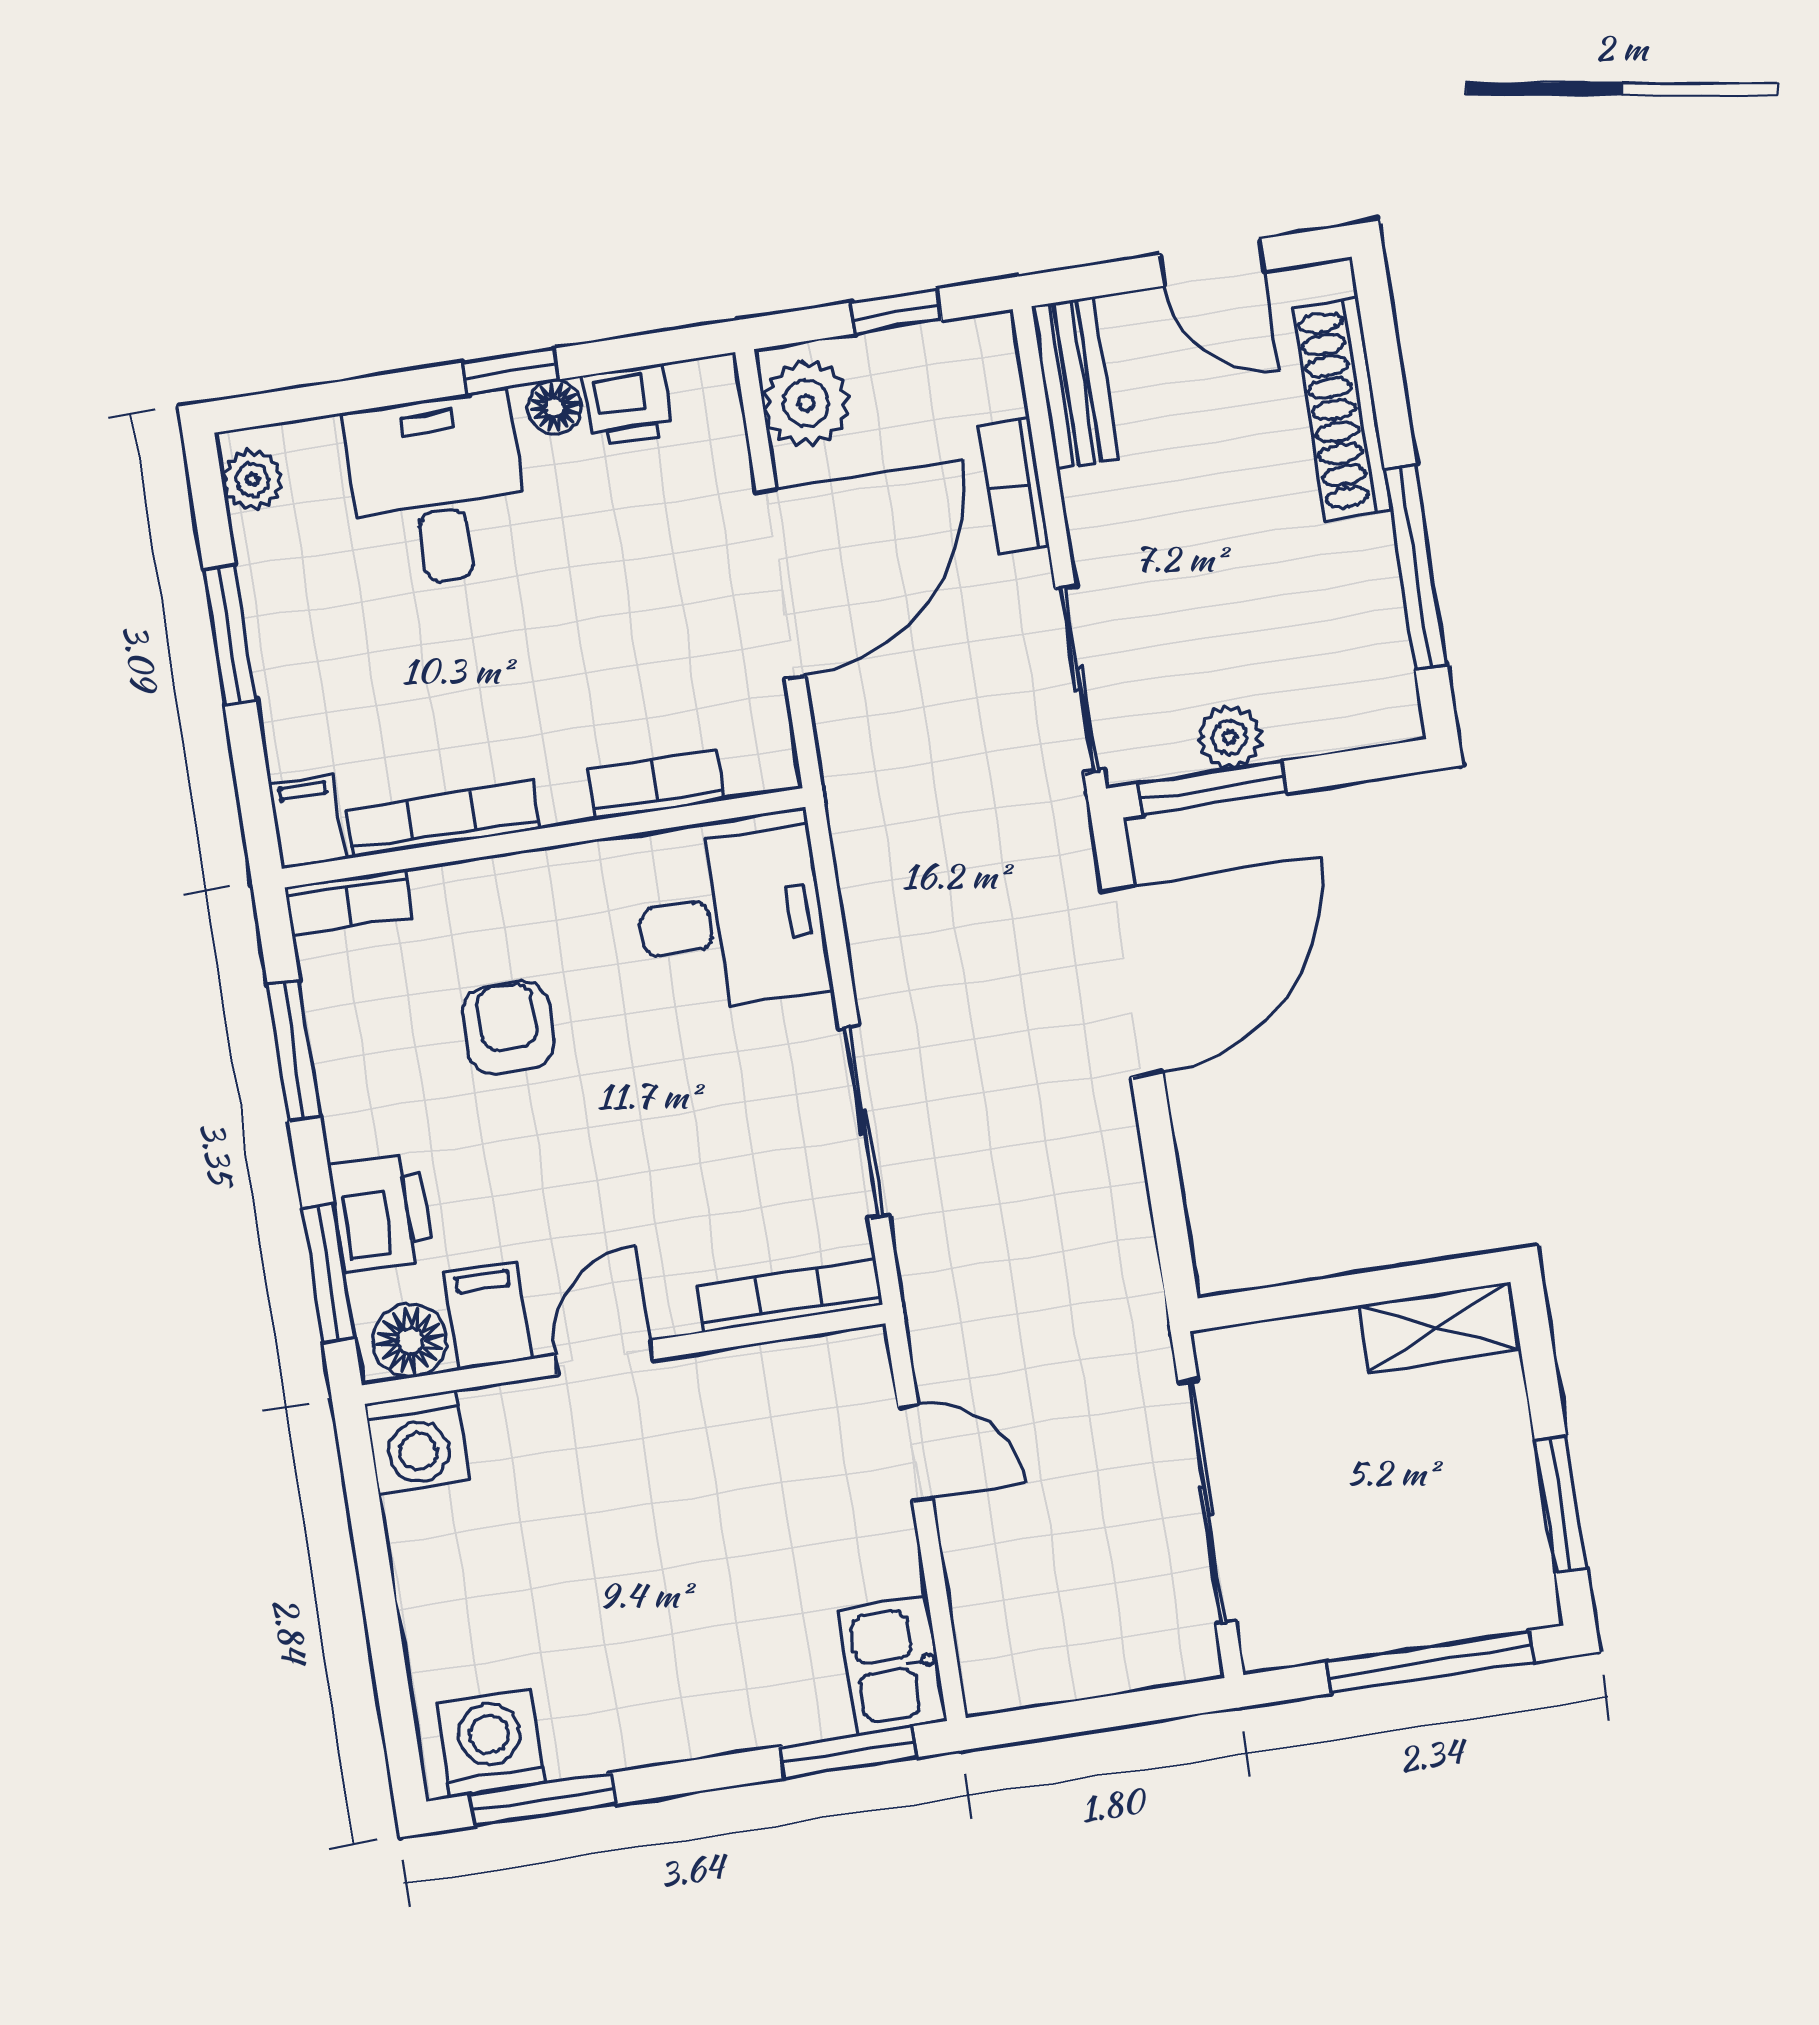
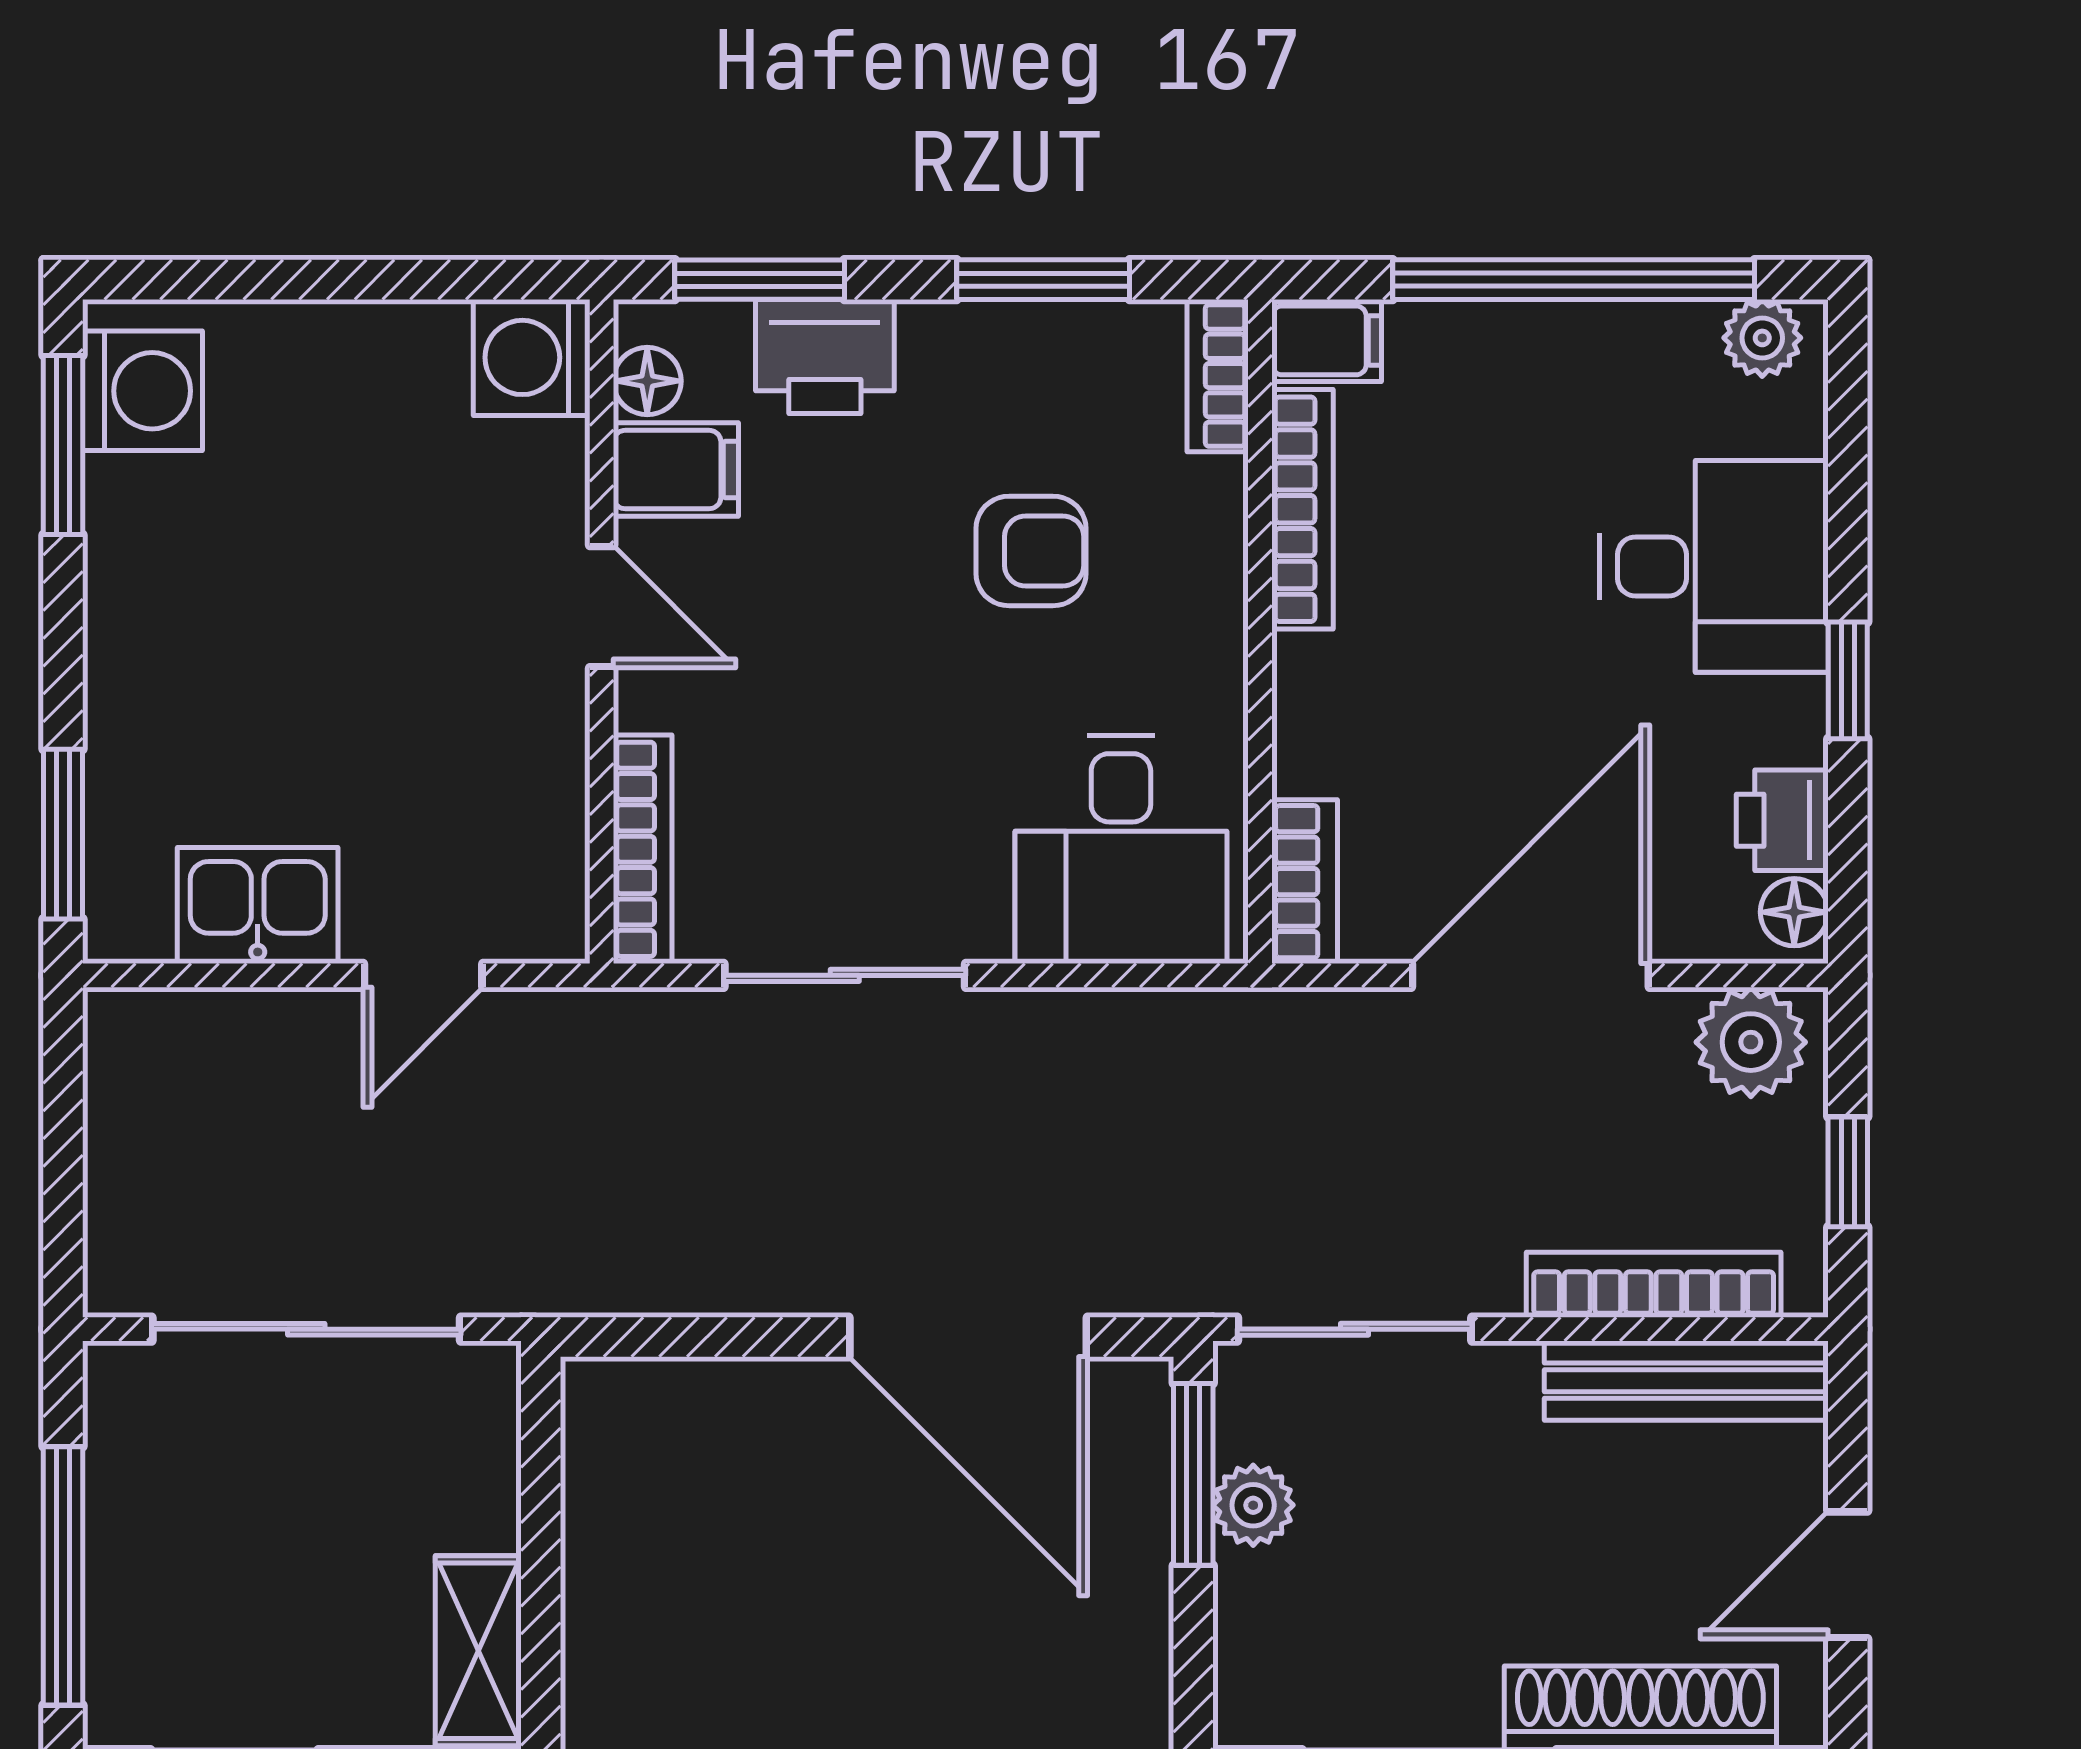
bench: (1075, 383) -> (1686, 1381), width x1.36
floor lamp: (555, 407) -> (1794, 912), moved
bookcase: (1014, 486) -> (1654, 1285), width x1.56
door: (781, 584) -> (1530, 975), swing flipped
window: (230, 635) -> (1574, 280), width x2.11
bookcase: (656, 785) -> (1305, 882), moved
floor lamp: (410, 1341) -> (647, 381), width x0.73, depth x0.73
kitchen sink: (892, 1665) -> (258, 905), moved

